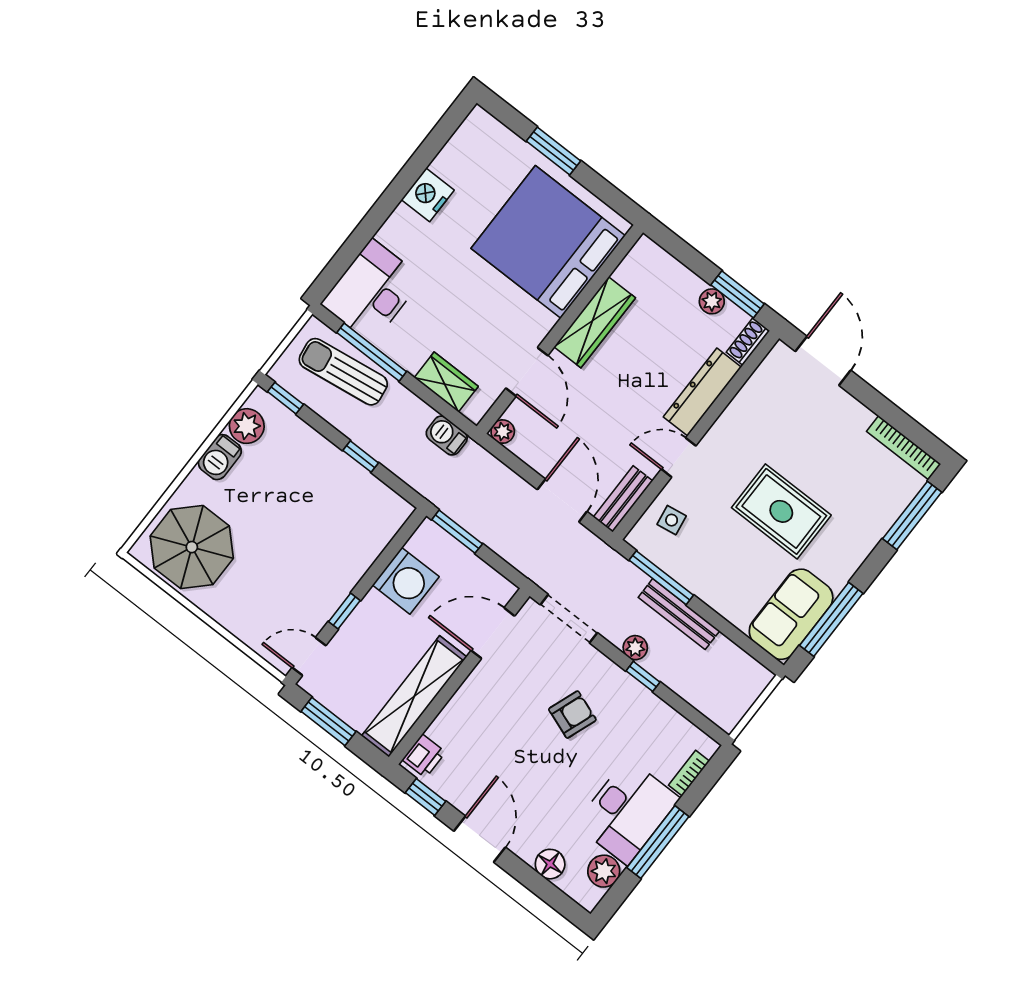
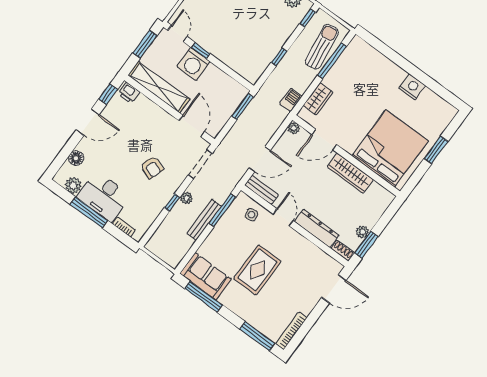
desk: (372, 291) -> (363, 60), removed
washing machine: (406, 581) -> (194, 64), moved

